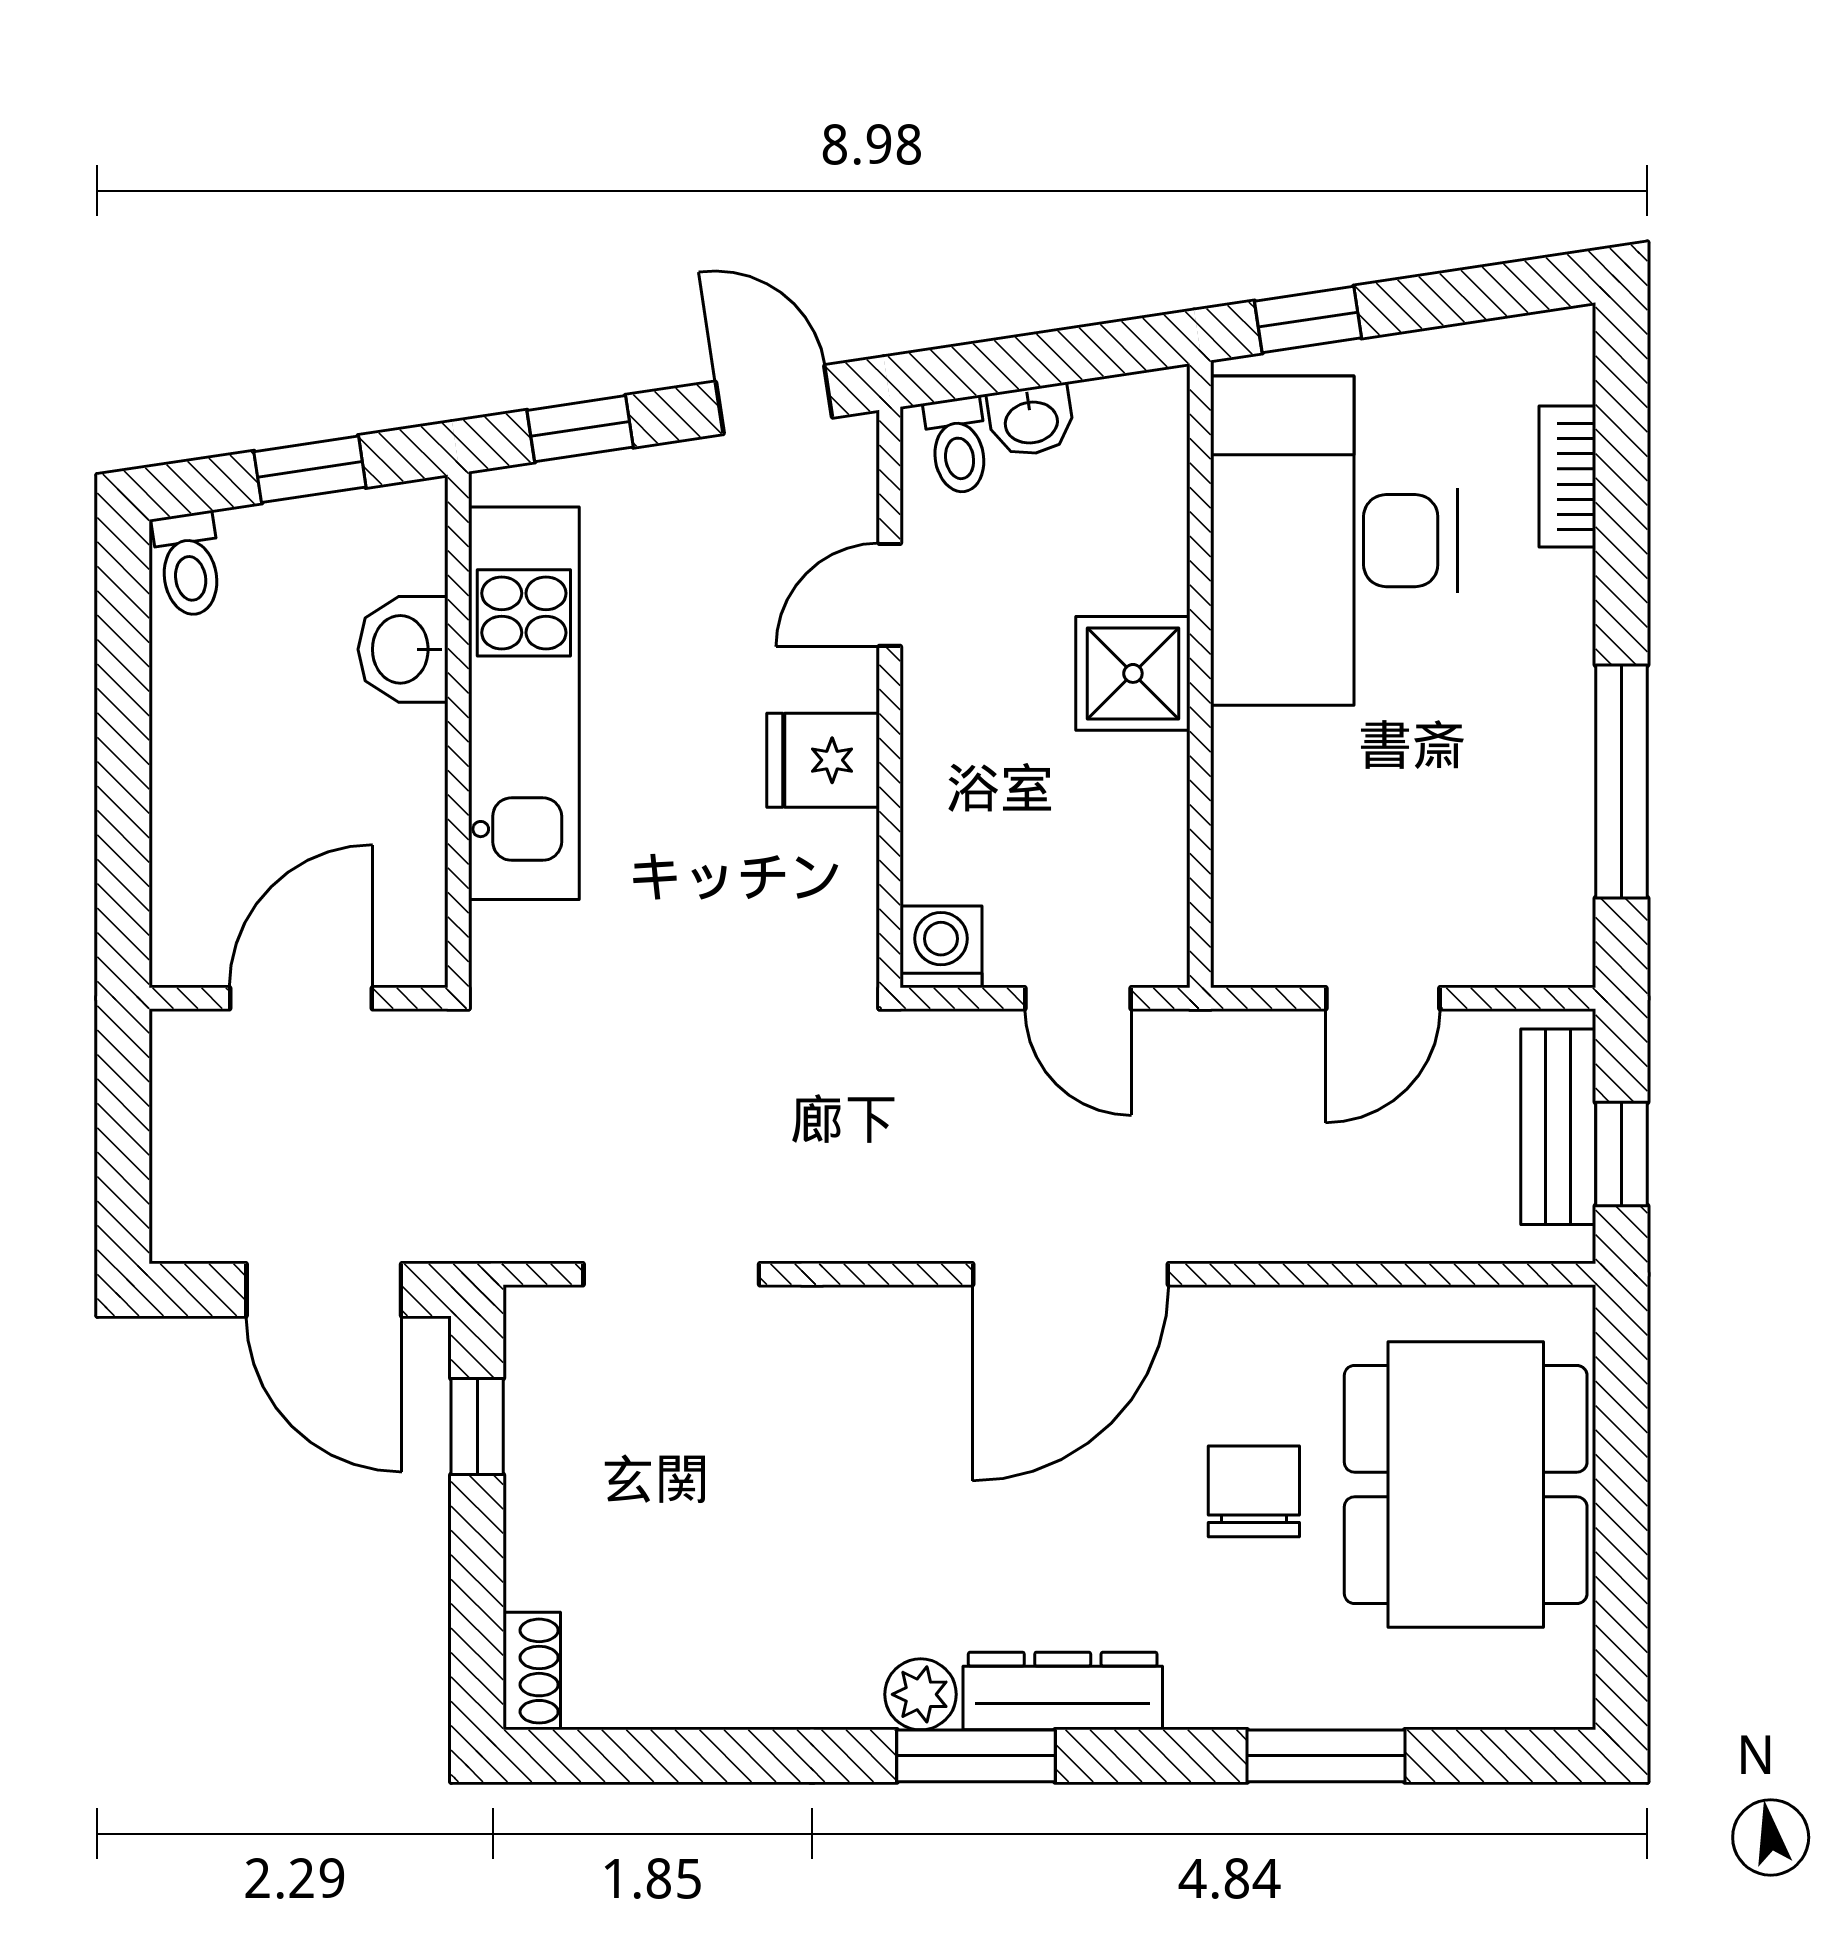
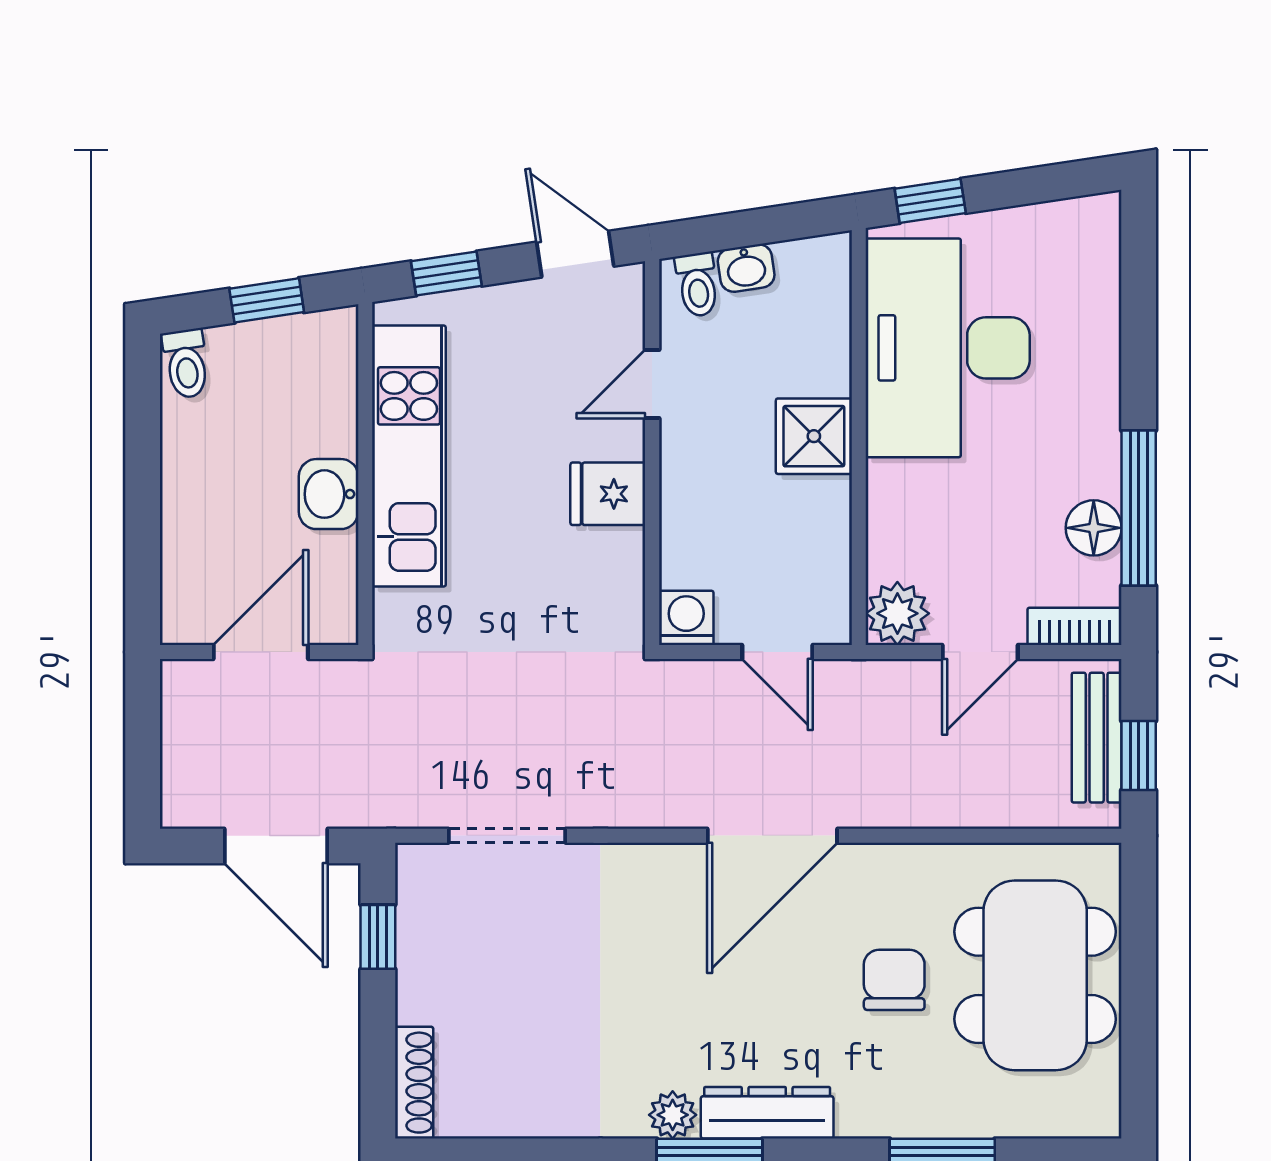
bookcase: (1567, 476) -> (1074, 626), moved, turned 90
washbasin: (403, 649) -> (329, 494), moved
floor lamp: (1554, 811) -> (1094, 528), added
plant: (1259, 940) -> (897, 613), added
shoe rack: (532, 1671) -> (414, 1083), width x1.43

